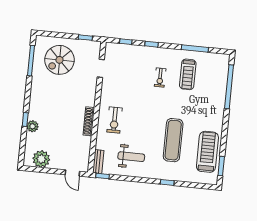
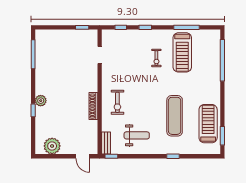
spiral stairs: (59, 60) -> (60, 51), removed
treadmill: (188, 74) -> (182, 52), width x1.37, depth x1.38
plant: (33, 126) -> (41, 101), moved

